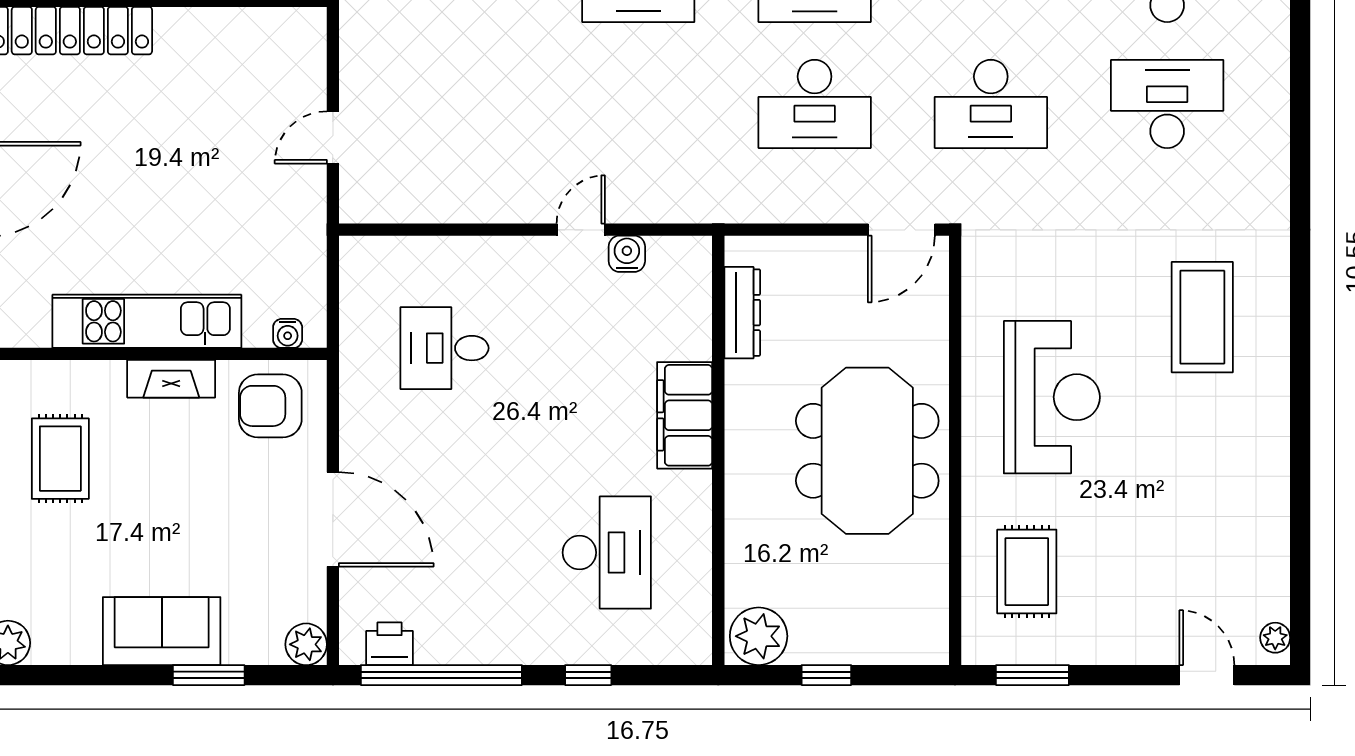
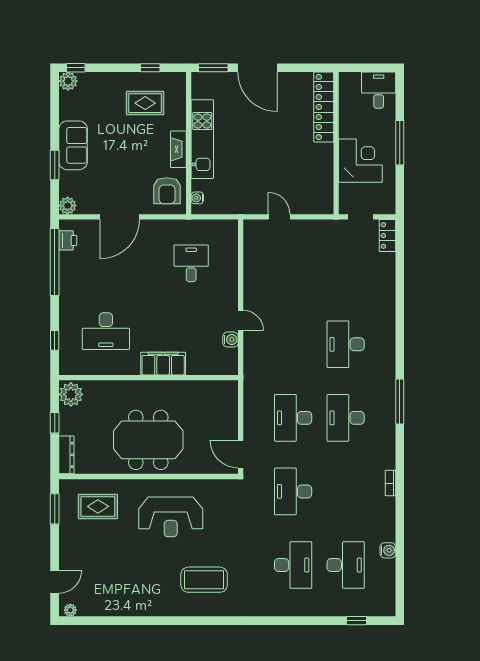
dresser: (742, 313) -> (66, 455), moved, turned -90
armchair: (270, 406) -> (167, 191), turned 180
window: (588, 675) -> (55, 340), moved

